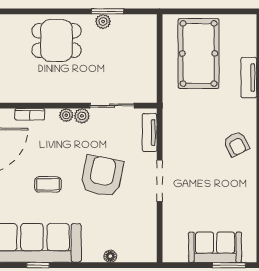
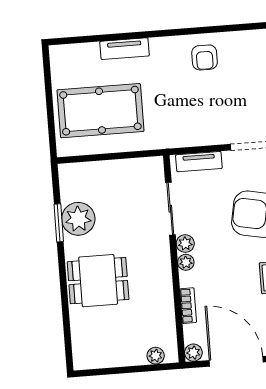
plant: (103, 21) -> (78, 219), width x1.88, depth x1.88
dining table: (57, 41) -> (98, 281), turned 90
armchair: (236, 144) -> (205, 57), turned 117

